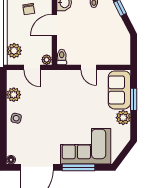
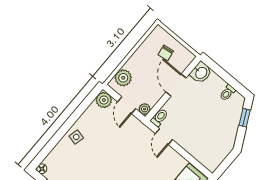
door: (54, 25) -> (176, 85), hinge flipped
door: (89, 67) -> (164, 137), moved
plant: (14, 95) -> (104, 100), moved

